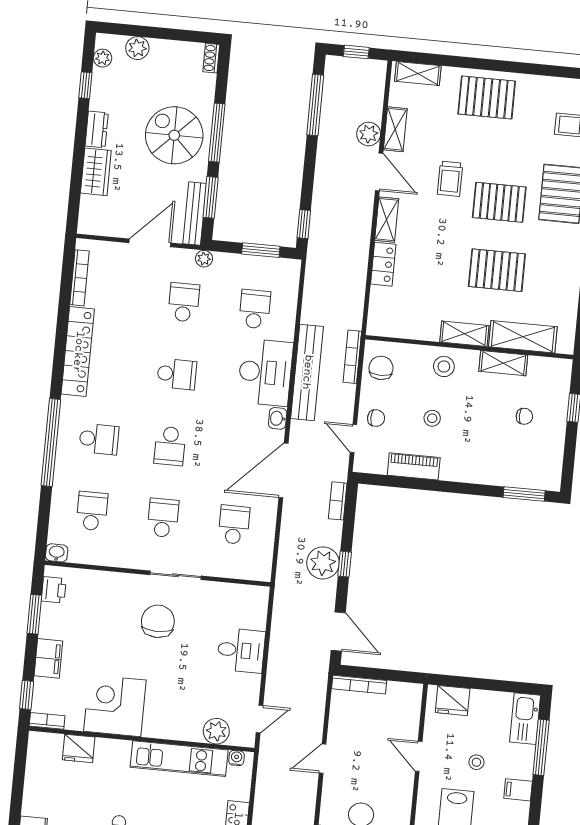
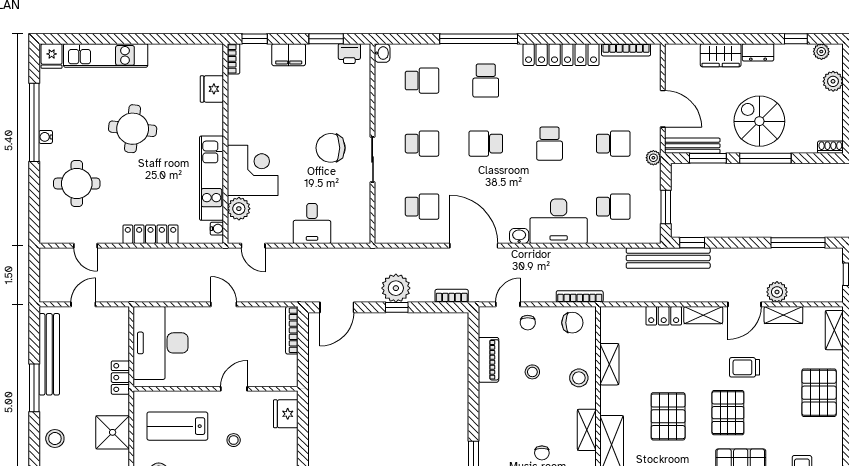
spiral stairs: (174, 135) -> (759, 121), turned -90
shelving: (464, 334) -> (609, 364), moved
bench: (307, 372) -> (668, 258), moved
chair: (158, 621) -> (331, 148), turned 180
corner desk: (115, 706) -> (253, 170), moved

